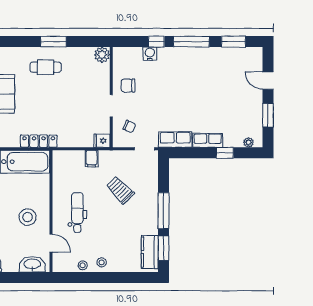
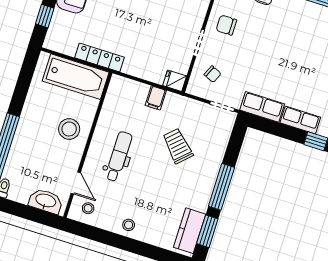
stool: (28, 217) -> (69, 129), moved
stool: (83, 265) -> (88, 208), moved

